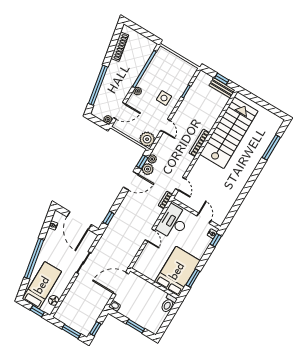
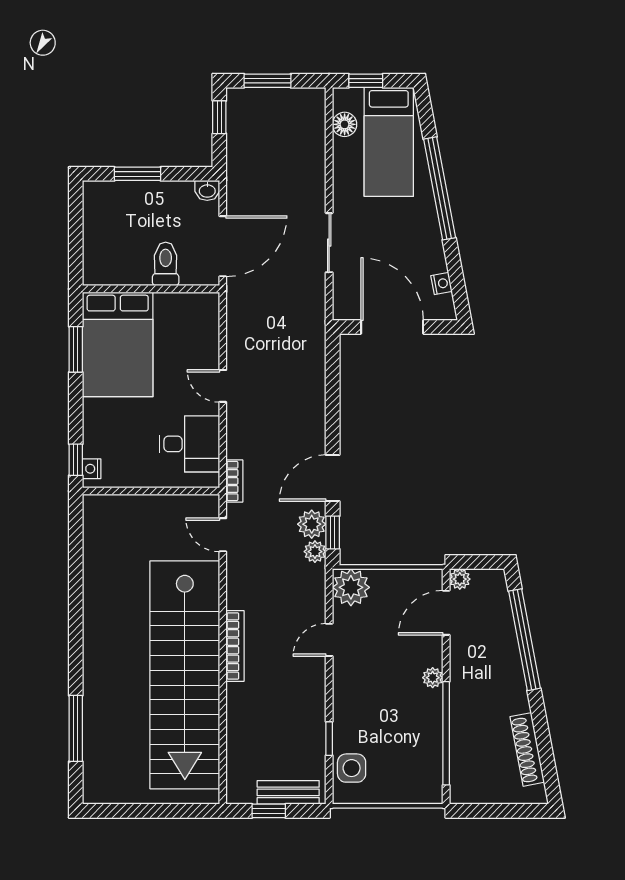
bench: (222, 88) -> (288, 792), moved
side table: (164, 98) -> (352, 768), moved
door: (165, 126) -> (329, 640), hinge flipped
stairs: (229, 133) -> (185, 675), width x1.36
window: (109, 218) -> (333, 370), removed
door: (204, 218) -> (129, 491), removed
desk: (173, 222) -> (189, 444), width x0.73
toilet: (168, 304) -> (166, 264), moved

